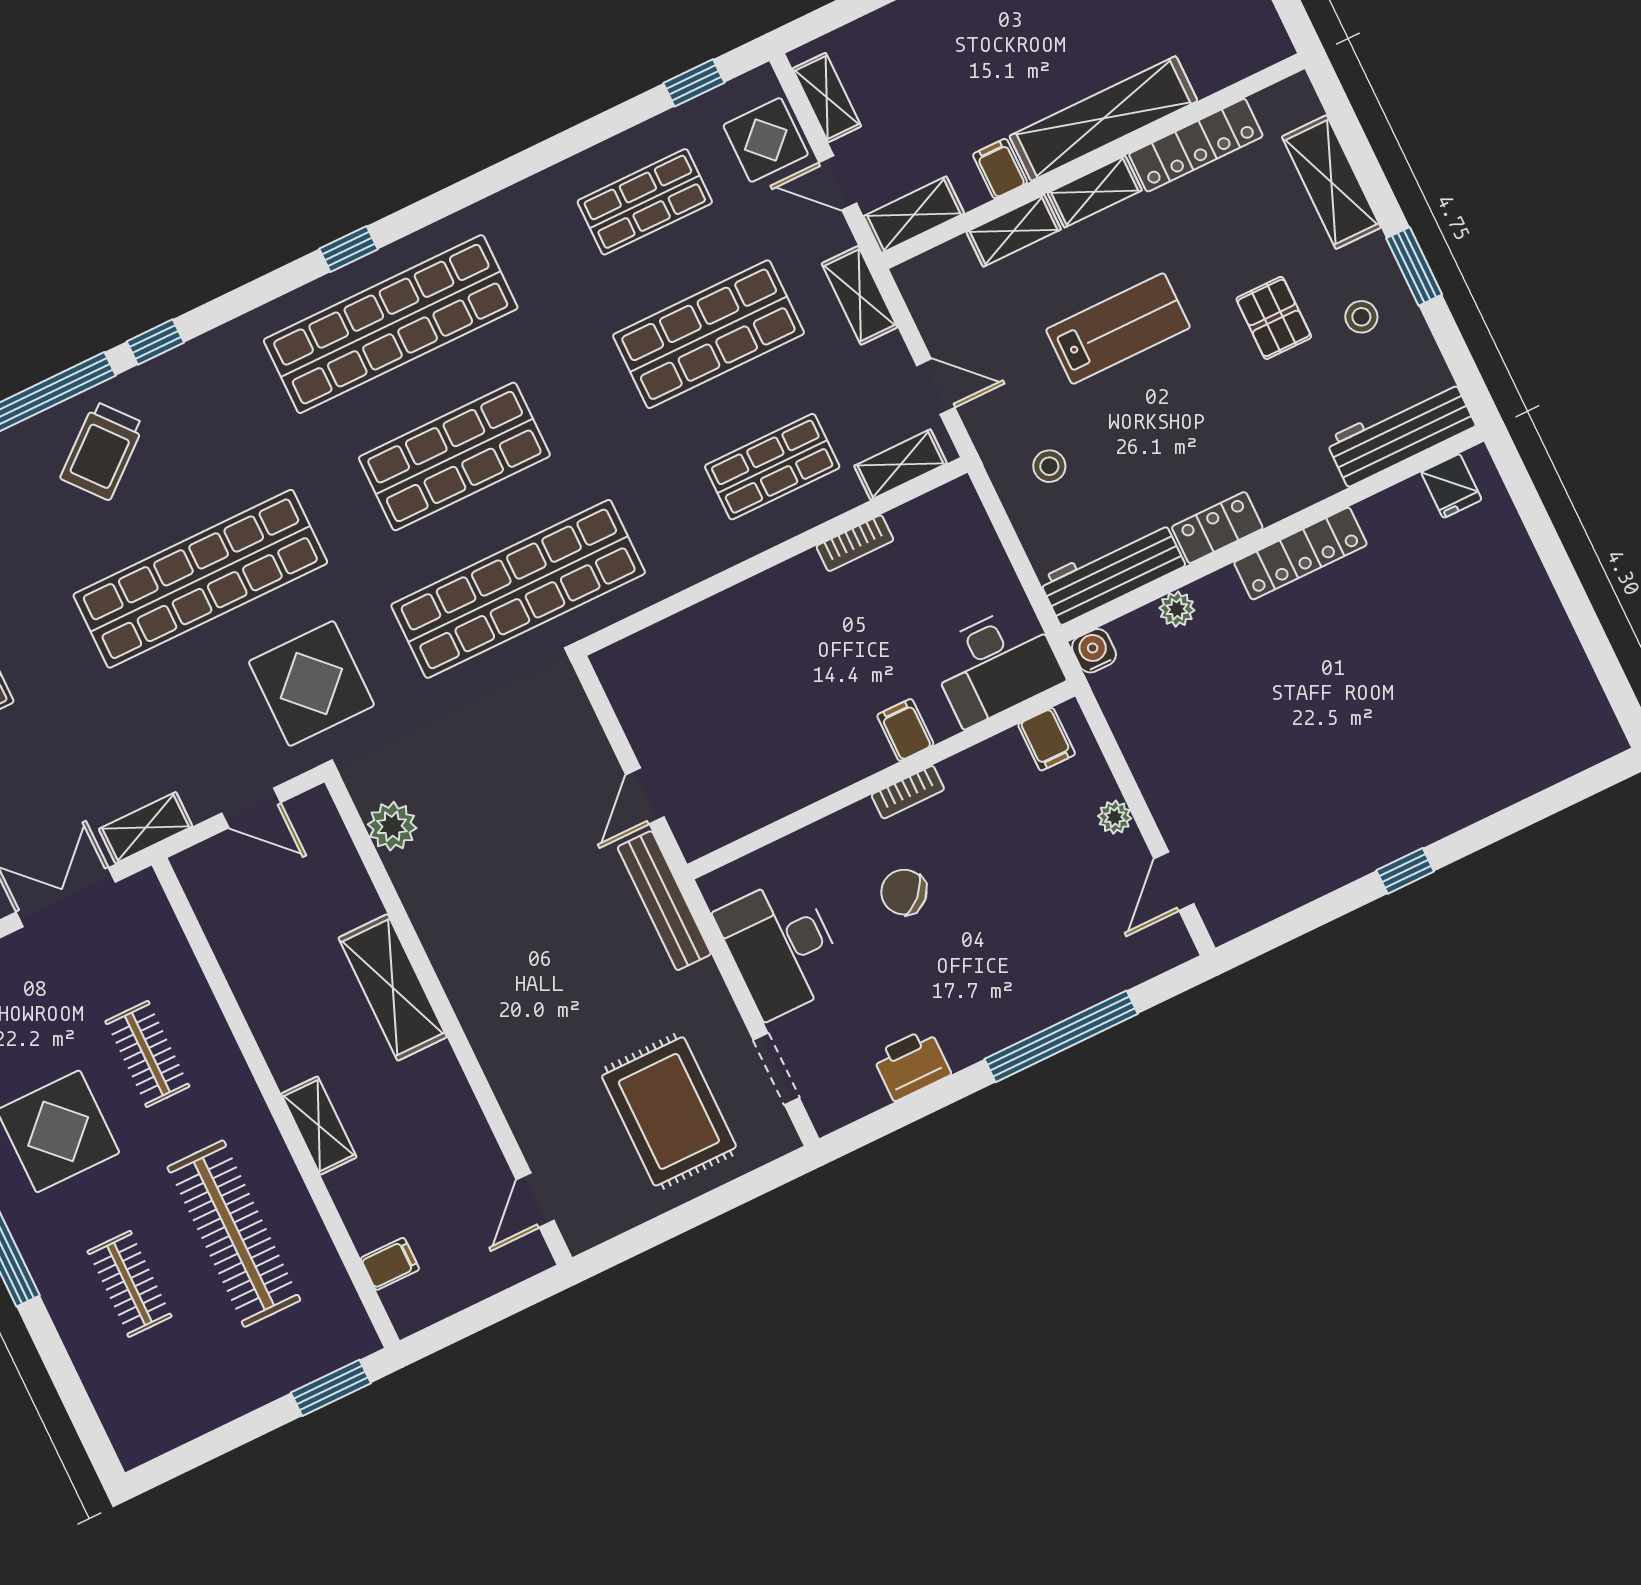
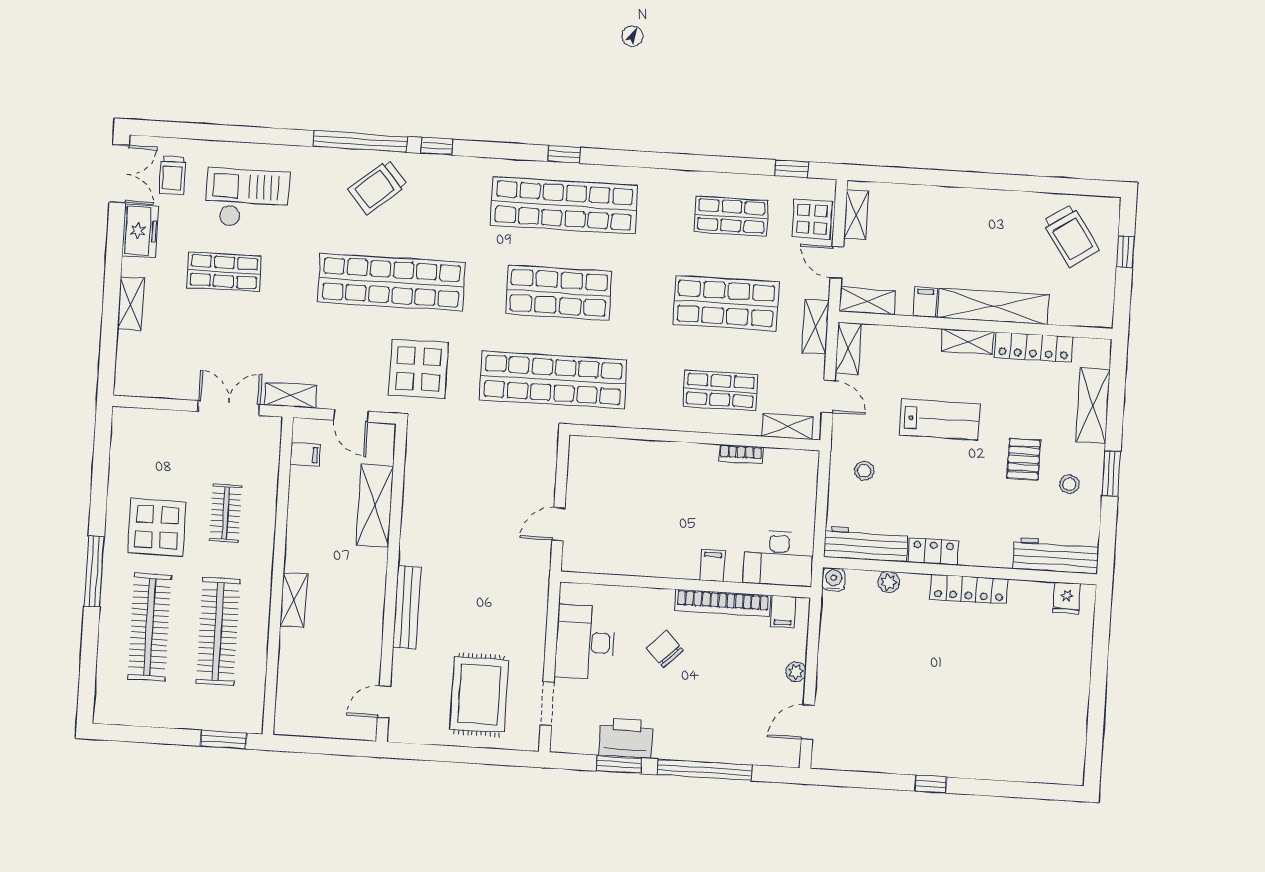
shelving: (1014, 231) -> (848, 348), moved, turned 90
bookcase: (908, 792) -> (723, 603), width x2.31, depth x1.31
plant: (392, 826) -> (419, 466), removed
bench: (664, 901) -> (407, 607), moved
shelving: (393, 987) -> (375, 506), moved
printer: (912, 1064) -> (626, 738), width x1.37, depth x1.19
window: (931, 1099) -> (619, 764), added
filing cabinet: (390, 1264) -> (305, 455), moved
clothes rail: (130, 1284) -> (149, 627), width x1.86, depth x1.31

